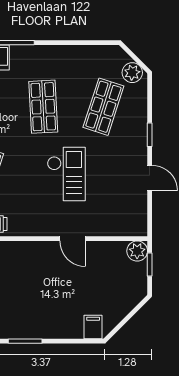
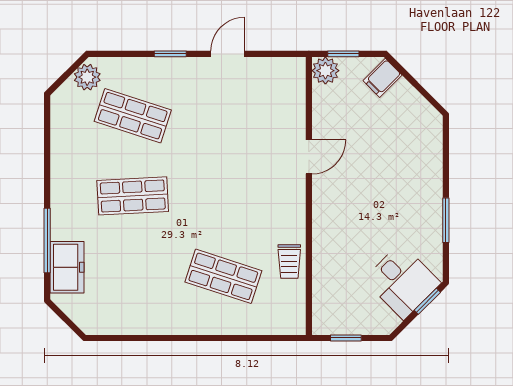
checkout: (66, 174) -> (223, 165), removed
filing cabinet: (93, 327) -> (382, 78), moved, turned -45

